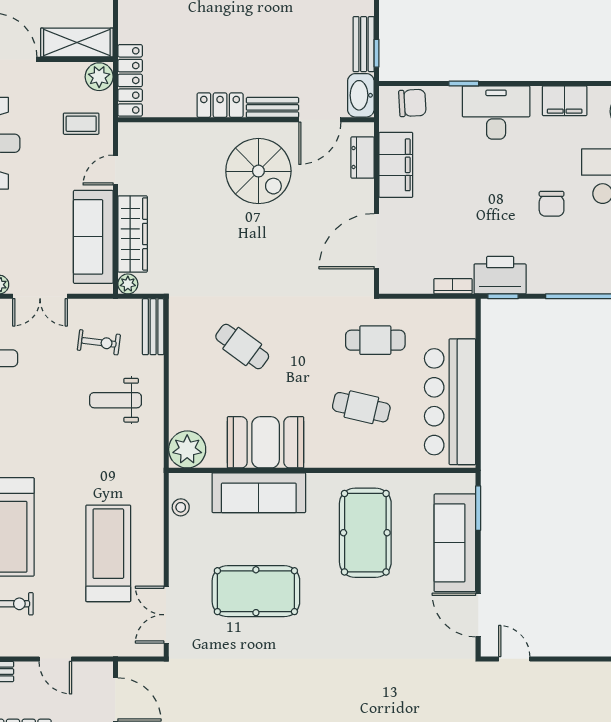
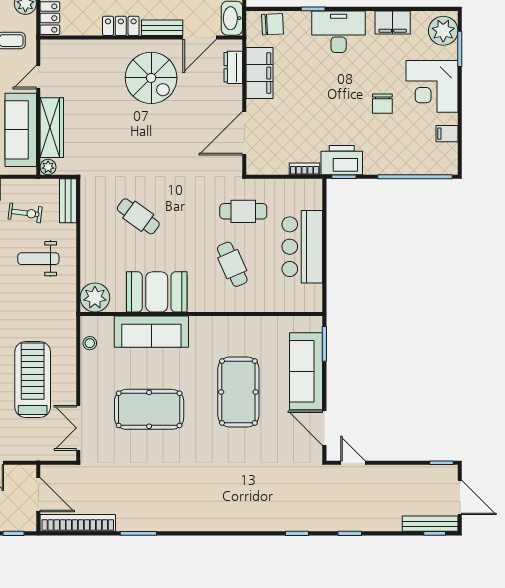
bar counter: (450, 402) -> (302, 247), width x0.73
cafe table: (361, 407) -> (232, 264), turned 53
pool table: (365, 533) -> (238, 392), moved

